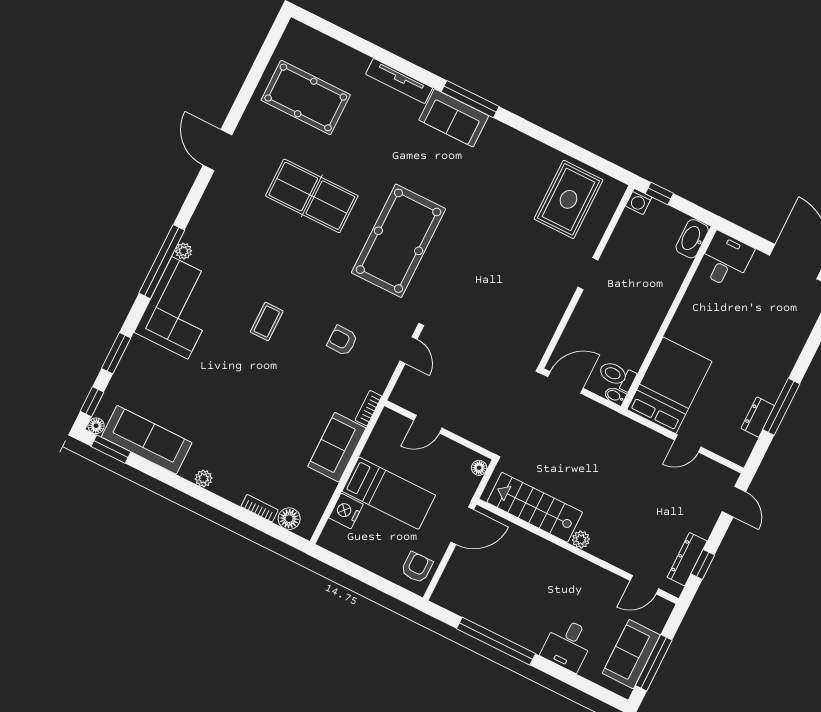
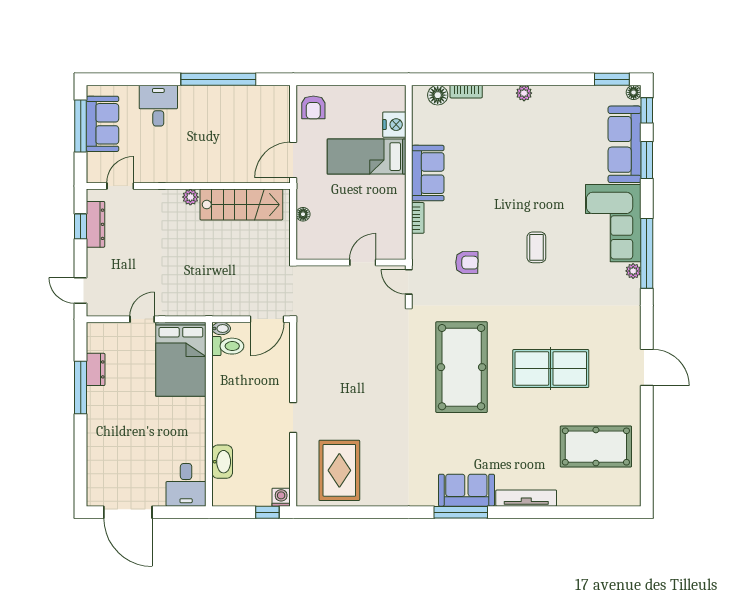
washbasin: (692, 239) -> (222, 462), moved
door: (428, 424) -> (363, 262), moved
wall: (439, 430) -> (351, 262), moved
sofa: (147, 440) -> (625, 144), moved, turned 90

